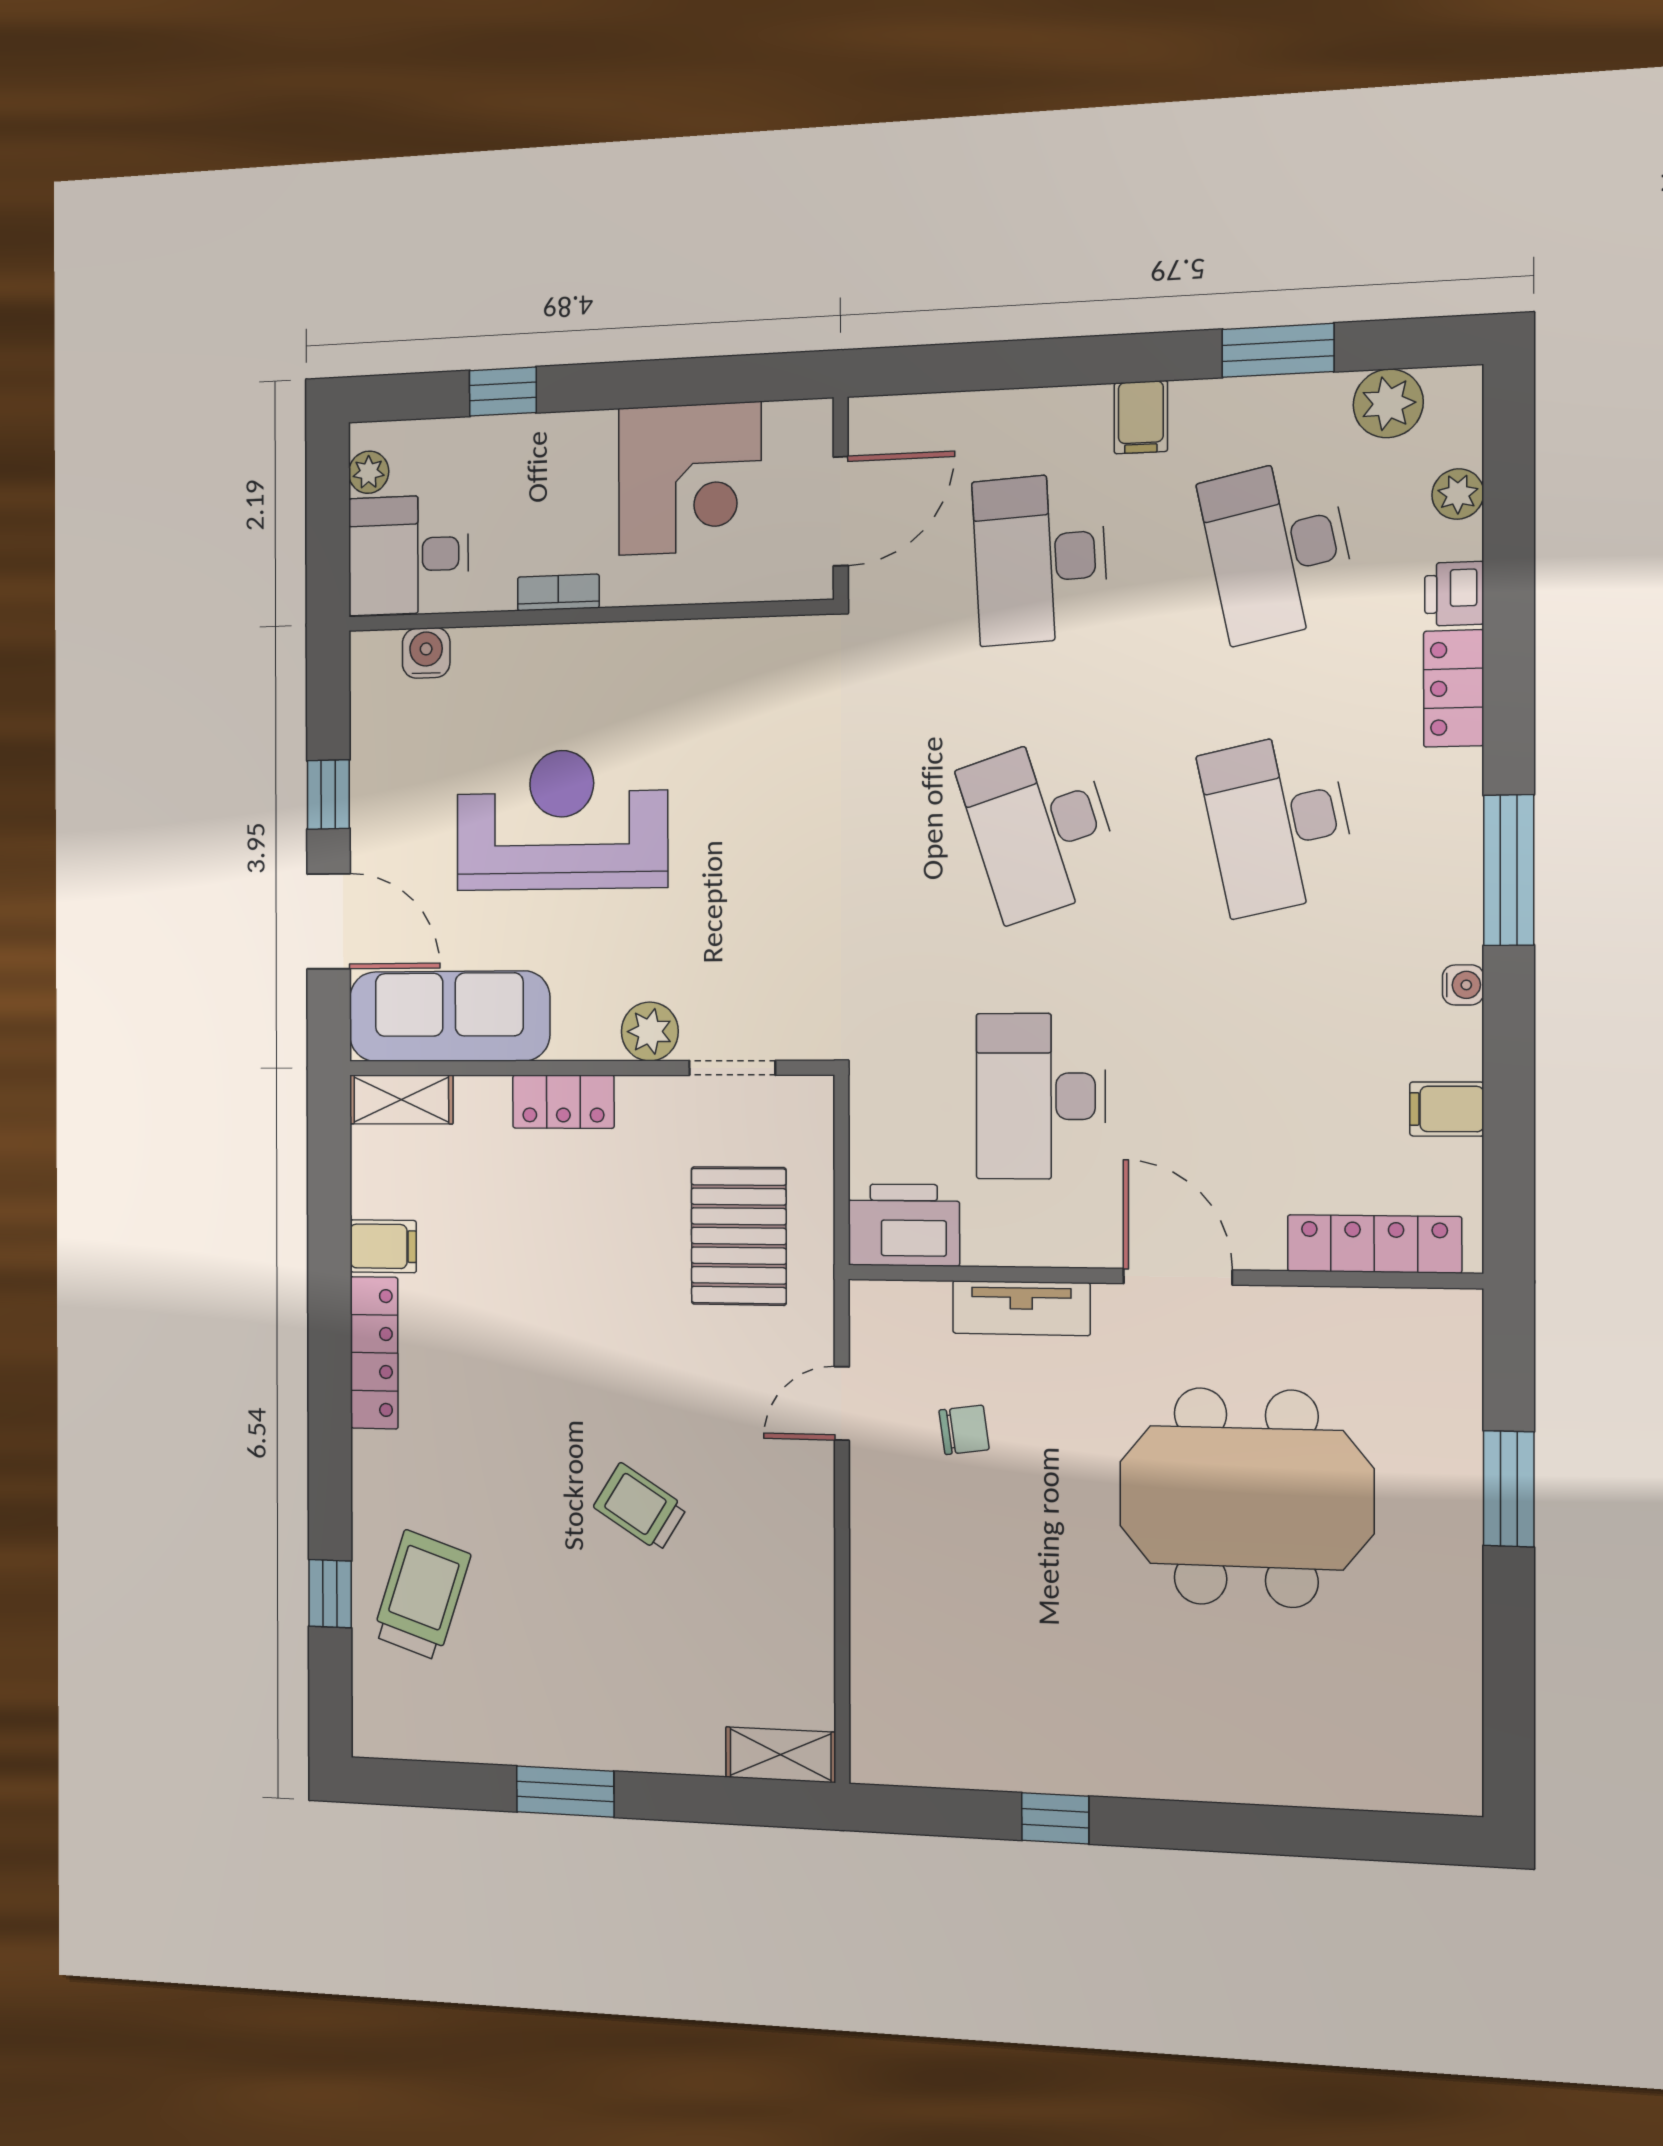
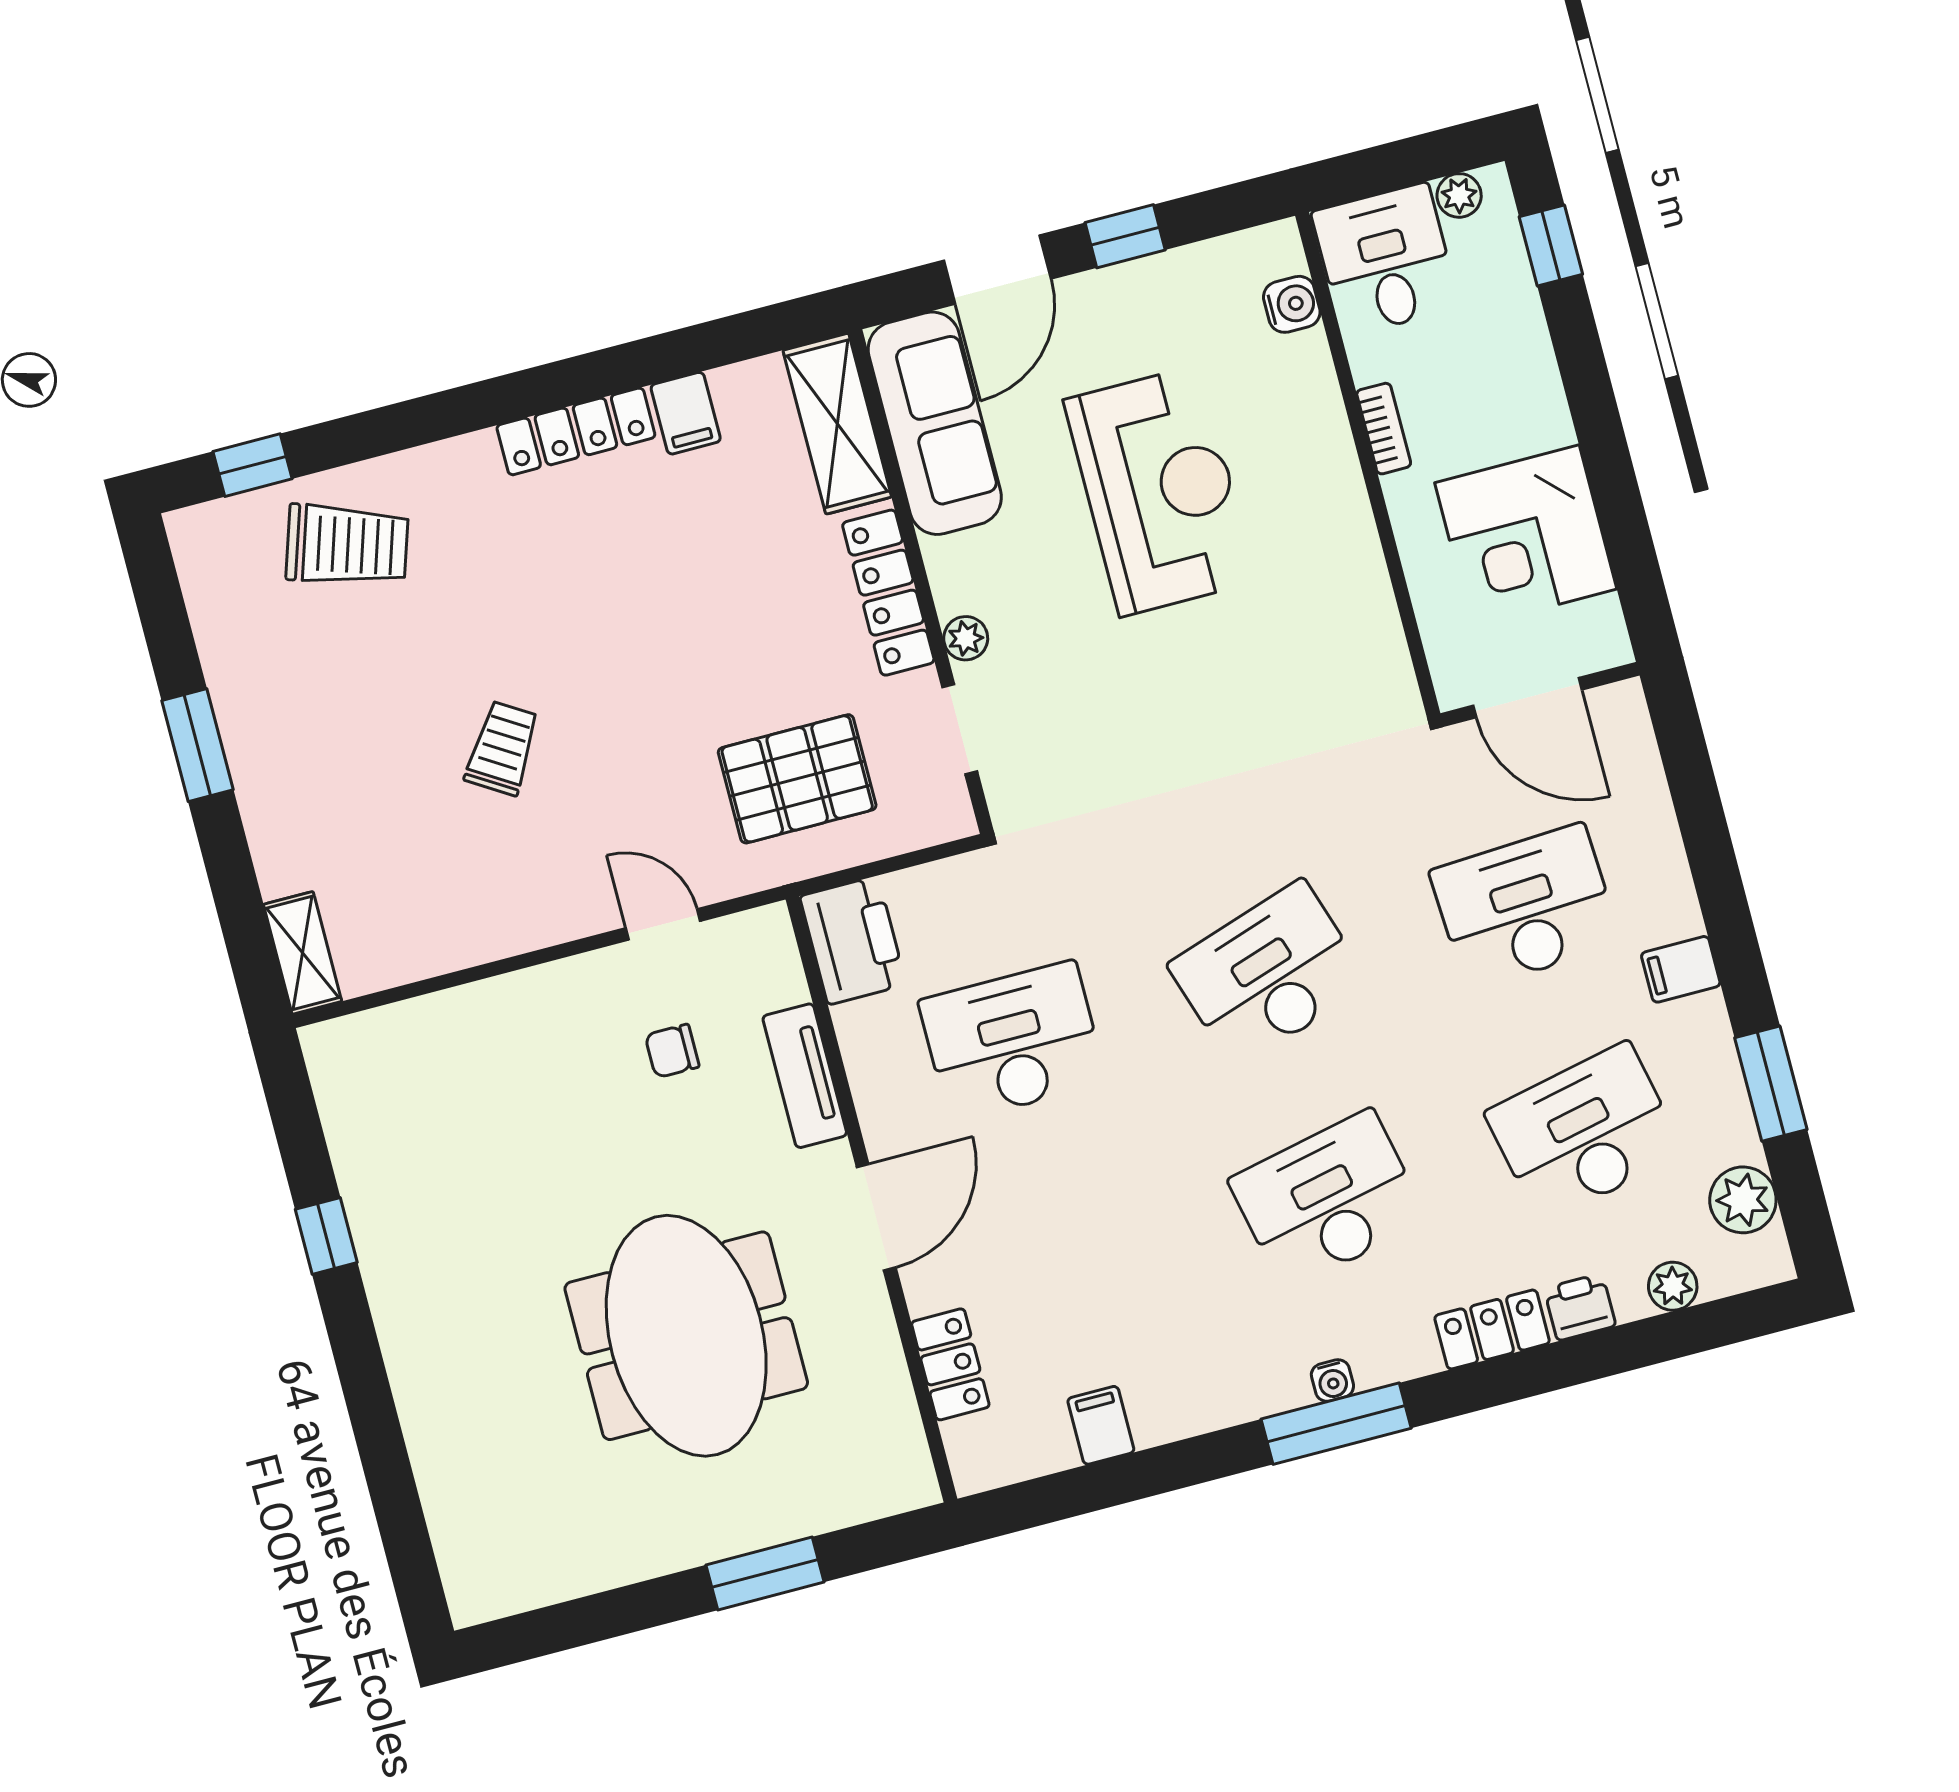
window: (503, 392) -> (1551, 246), moved
water cooler: (1463, 985) -> (1332, 1380), moved
plant: (650, 1031) -> (966, 638), width x0.73, depth x0.73
shelving: (401, 1099) -> (837, 424), width x1.50, depth x1.33
locker: (563, 1102) -> (888, 593), width x1.53
locker: (1374, 1244) -> (950, 1364), width x0.66
chair: (964, 1430) -> (672, 1051), turned 98
window: (330, 1594) -> (253, 465), moved

